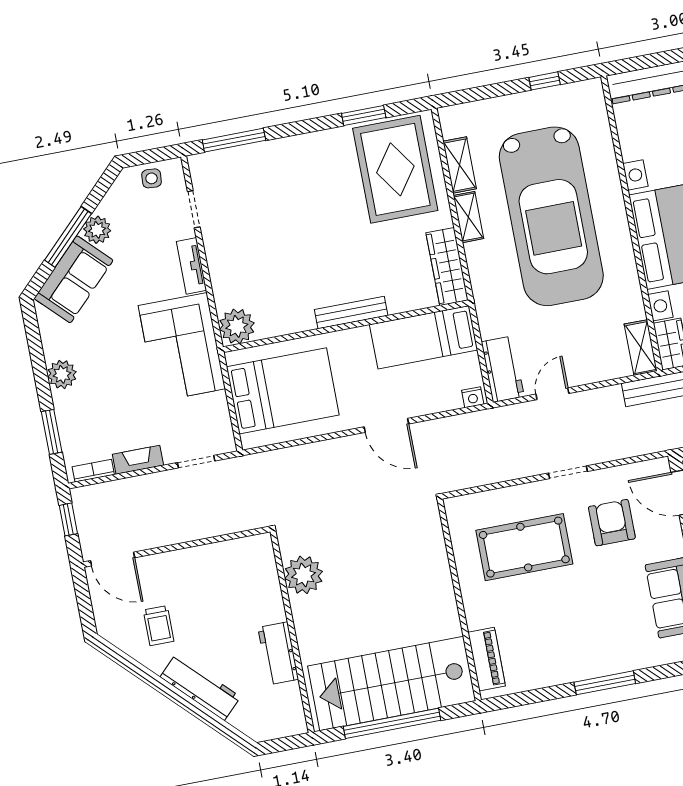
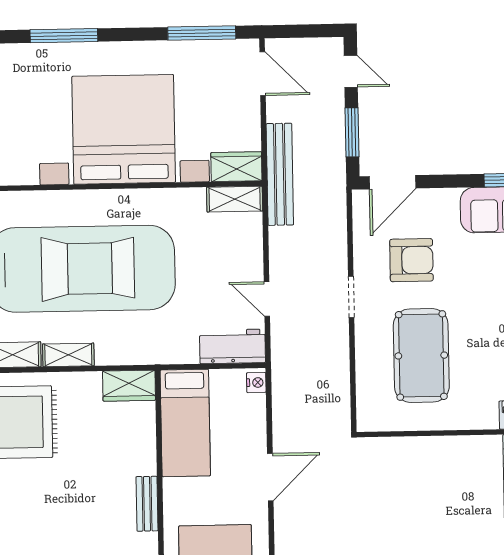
wardrobe: (447, 267) -> (129, 386), width x0.67
bench: (351, 313) -> (147, 504), width x0.73
armchair: (612, 523) -> (411, 260), turned 180

